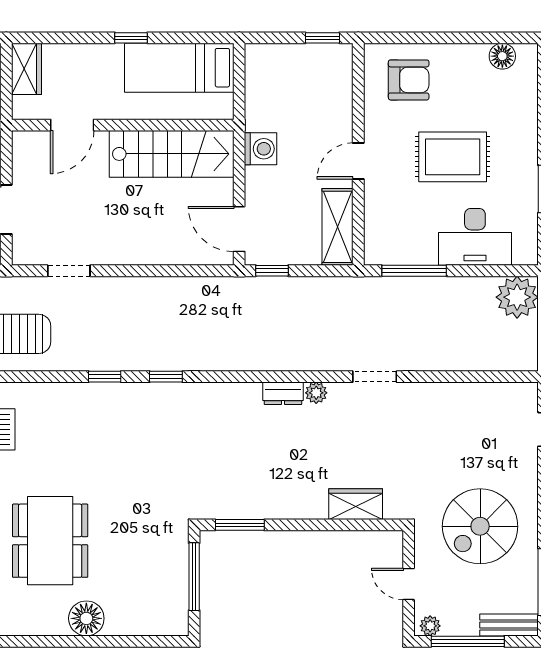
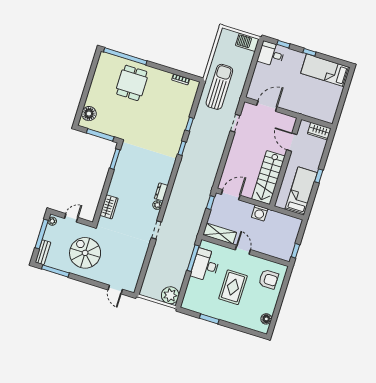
armchair: (409, 80) -> (268, 279), turned -90
desk: (475, 237) -> (205, 265), moved
dining table: (50, 541) -> (132, 83), width x0.73
floor lamp: (86, 618) -> (89, 114), moved

